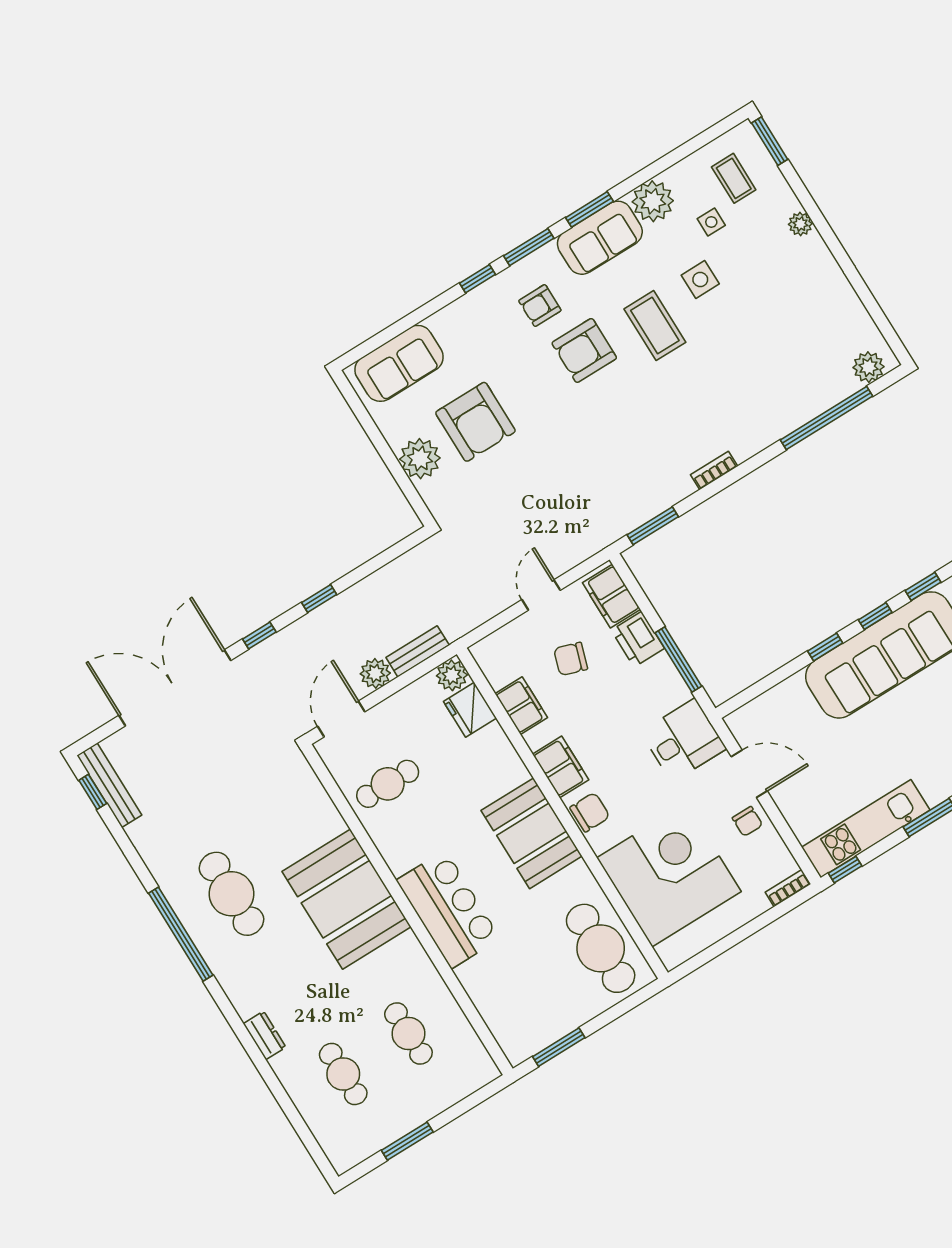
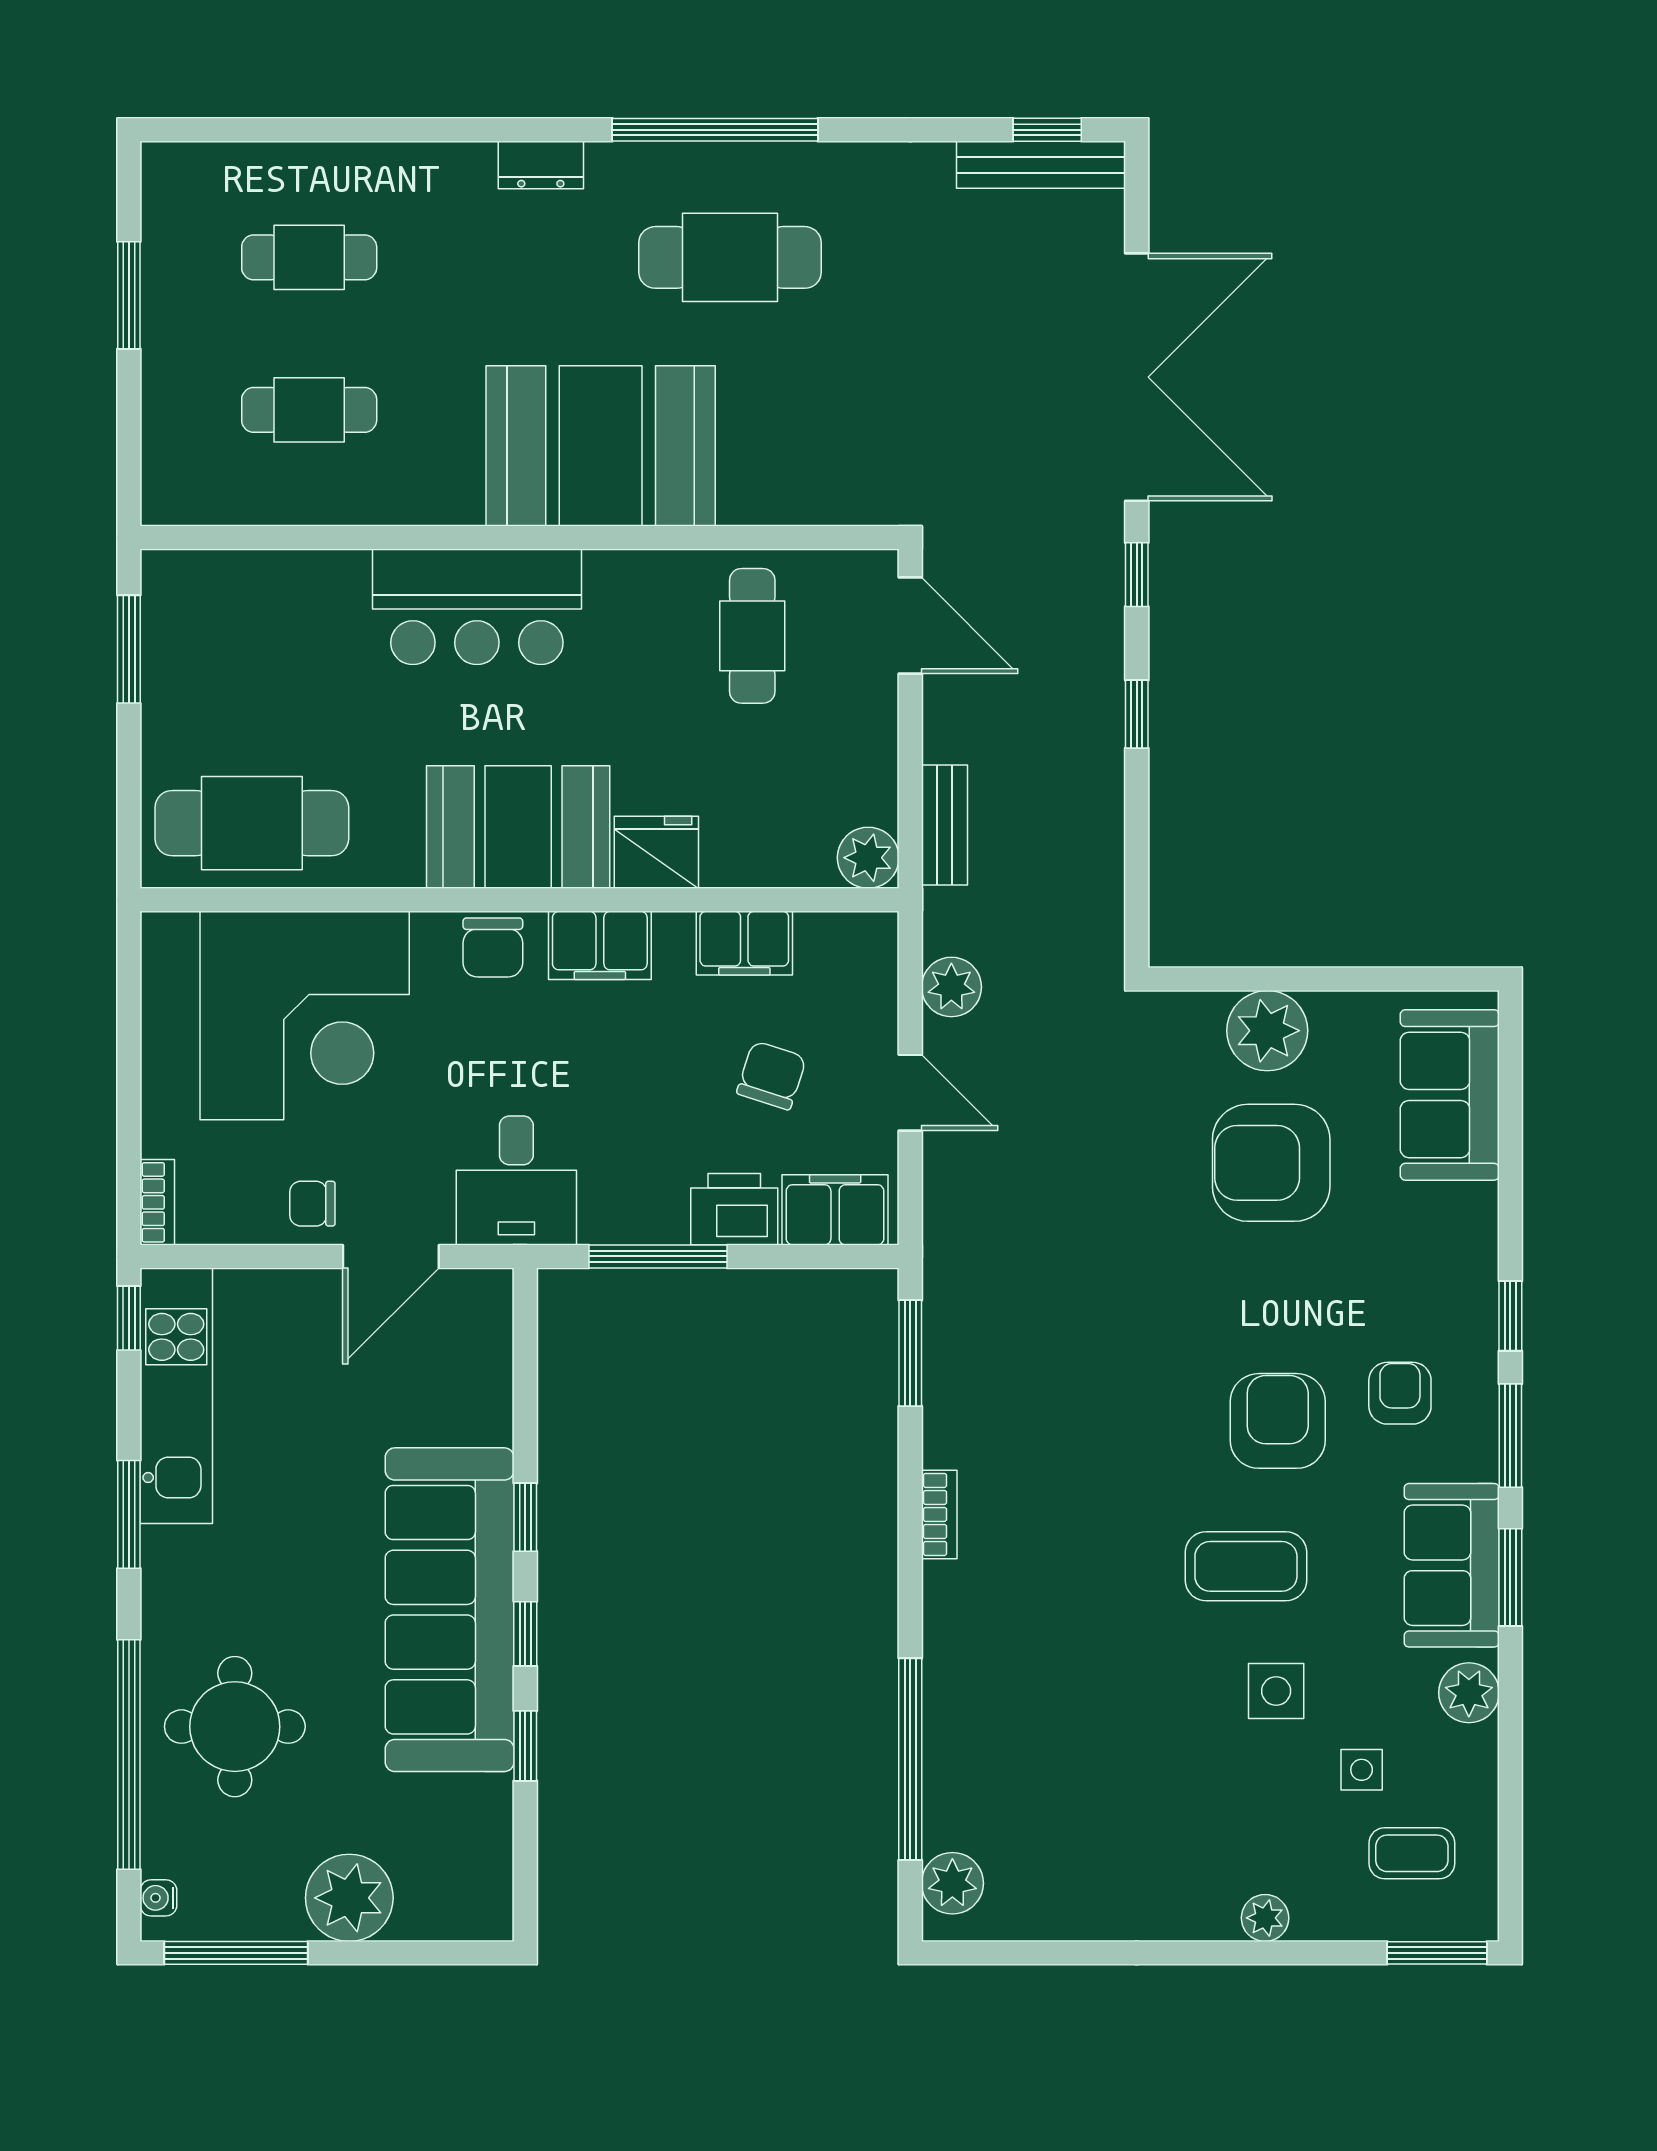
plant: (653, 201) -> (1469, 1693), width x0.73, depth x0.73
plant: (375, 673) -> (951, 987), moved
fridge: (470, 710) -> (656, 852), moved
dresser: (265, 1035) -> (541, 165), moved

